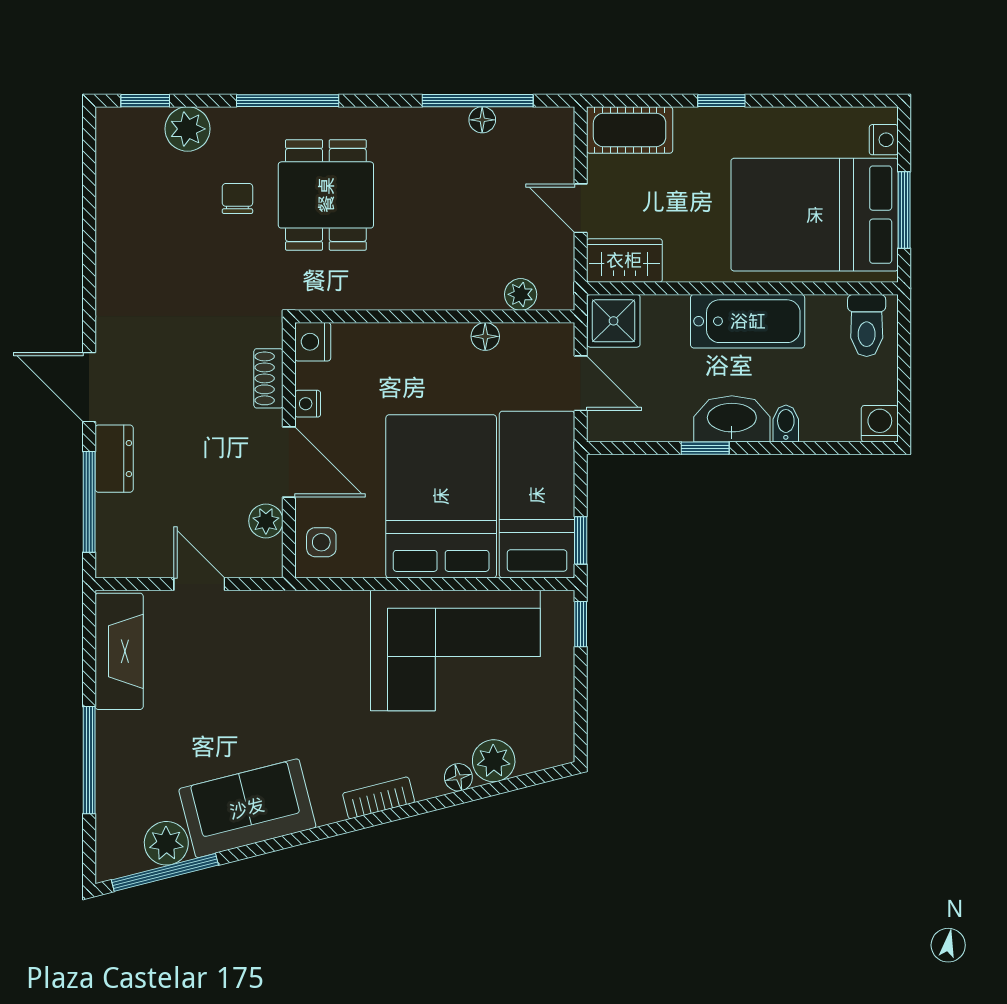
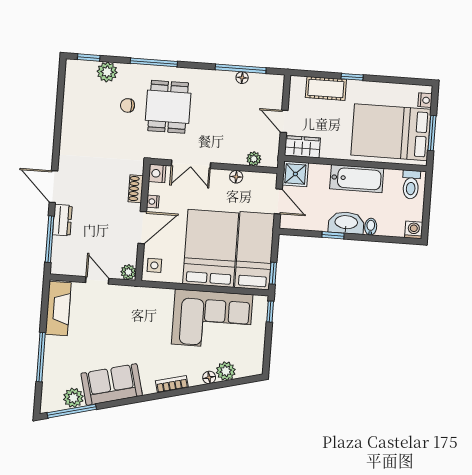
cot: (630, 130) -> (326, 88), moved
chair: (237, 198) -> (128, 105), turned -90
double door: (385, 316) -> (191, 164), added
door: (289, 462) -> (142, 228), hinge flipped
plant: (266, 521) -> (128, 272), moved

